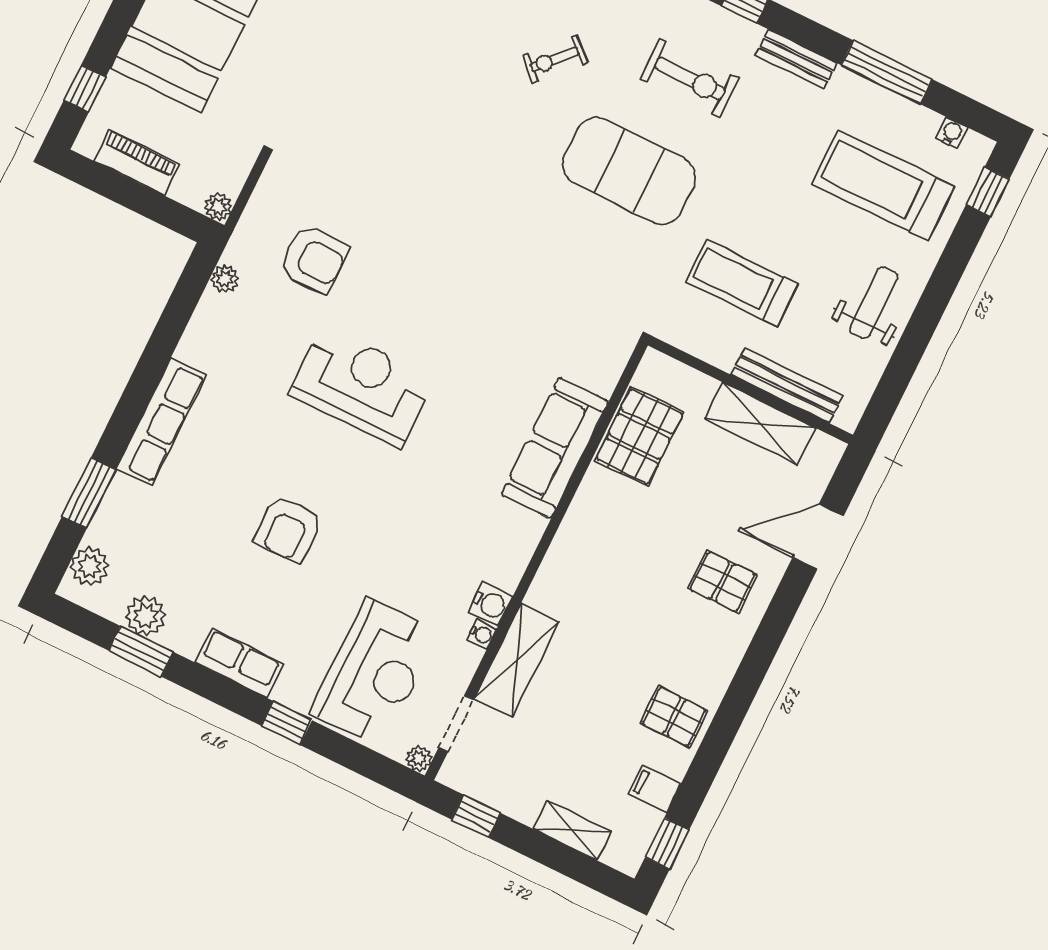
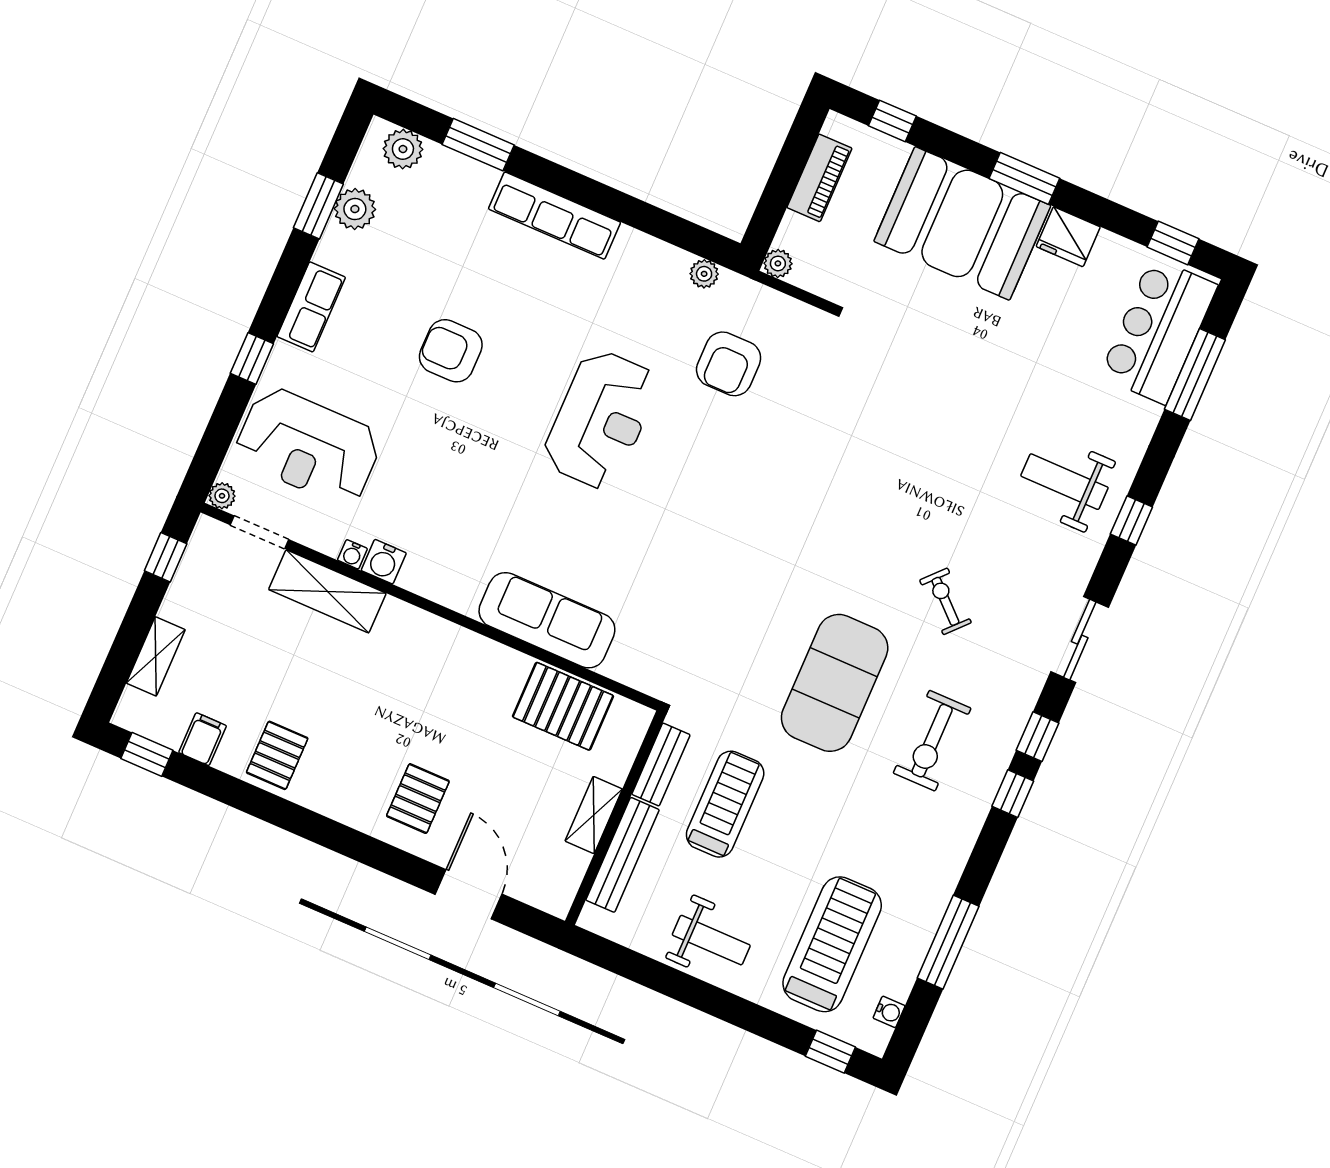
bench: (796, 59) -> (661, 764), moved
shelving: (760, 424) -> (594, 815), width x0.67, depth x0.75

